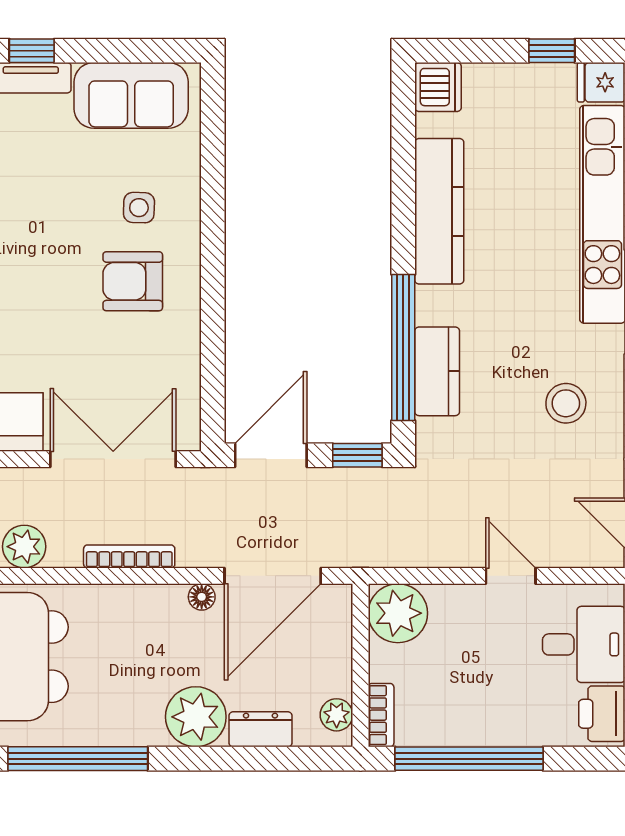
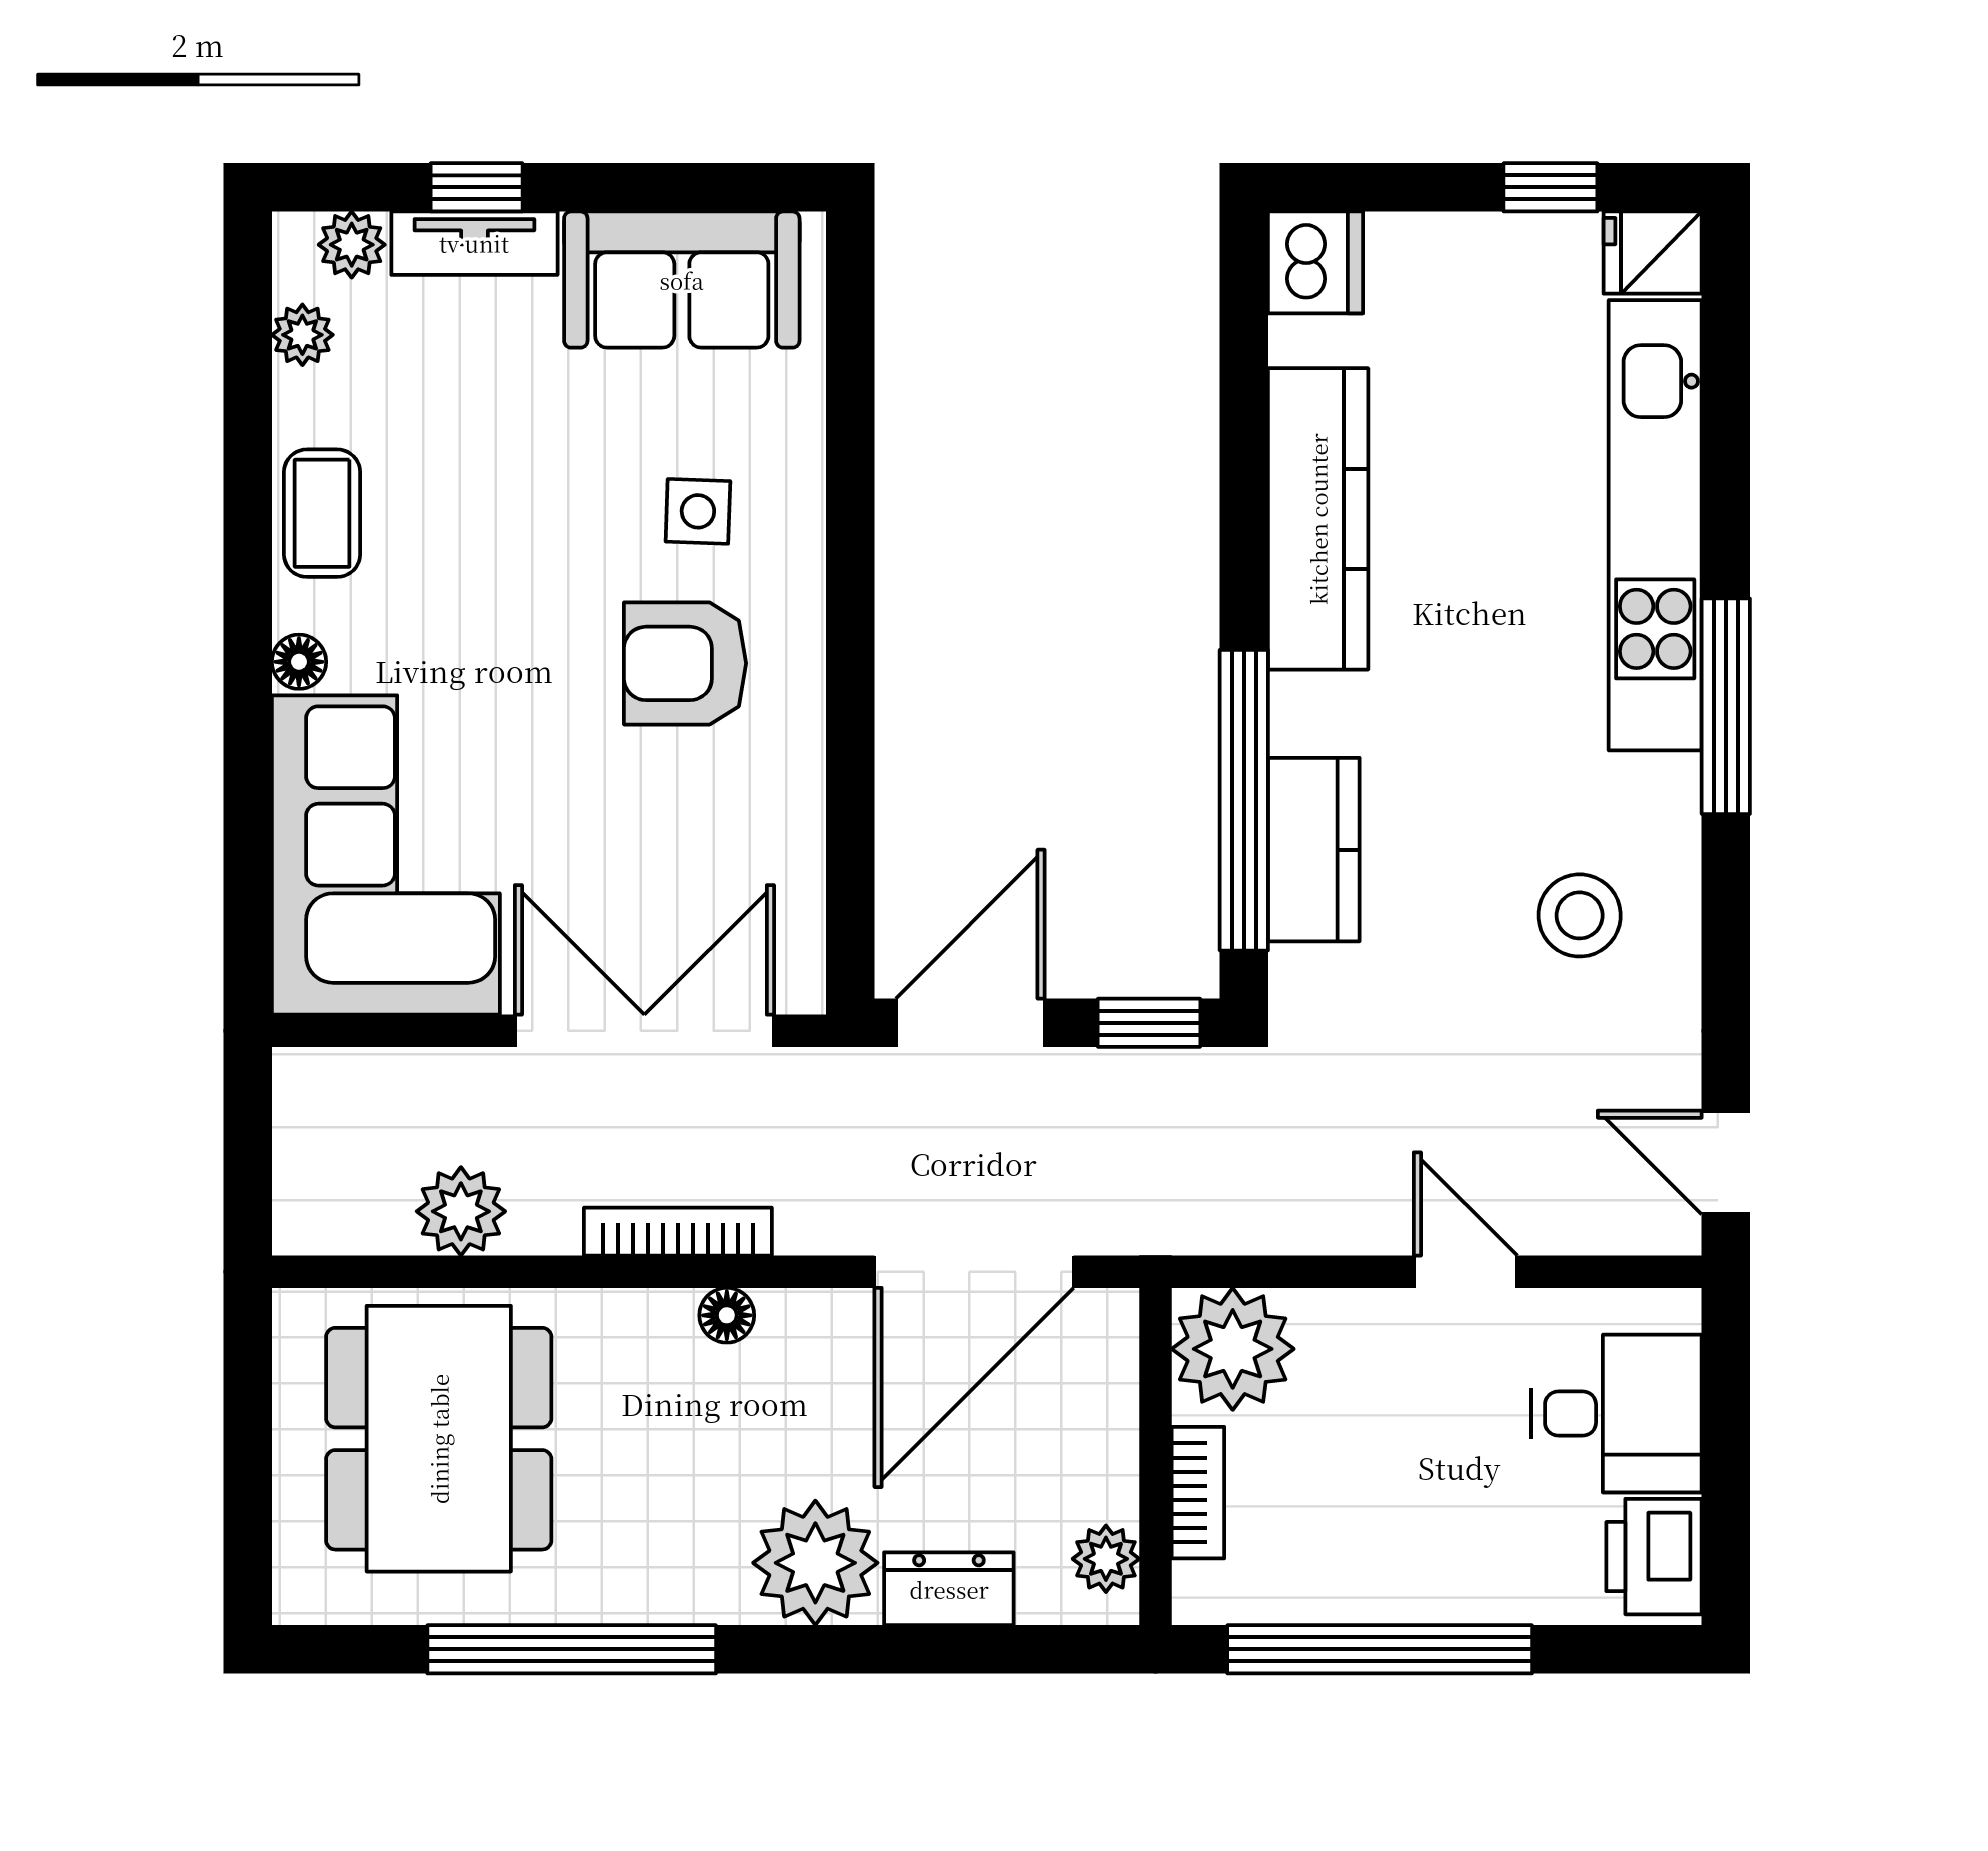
floor lamp: (202, 597) -> (727, 1315), moved
bookcase: (381, 715) -> (1198, 1493), moved

